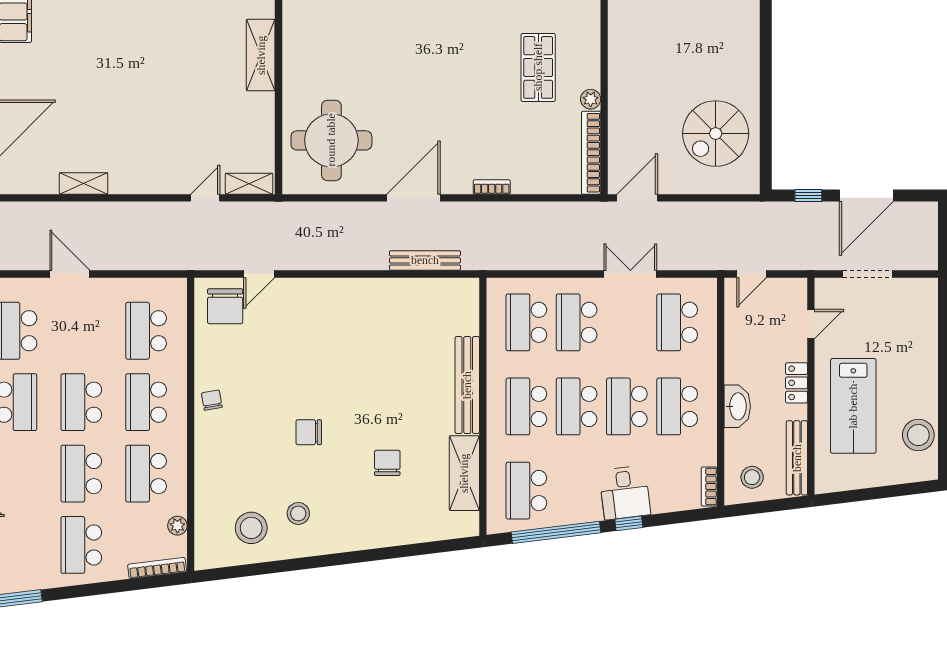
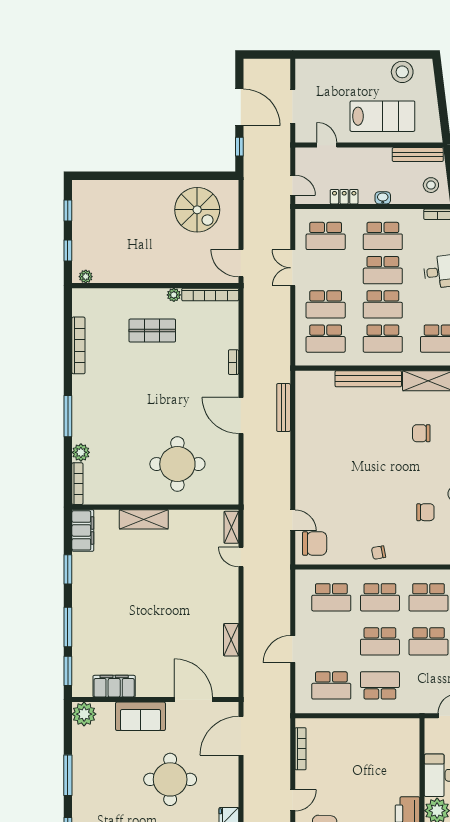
round table: (331, 140) -> (177, 464), moved
locker: (797, 383) -> (344, 197), moved, turned 180
washbasin: (737, 406) -> (383, 198), width x0.52, depth x0.69
chair: (309, 432) -> (425, 512), moved, turned -90

